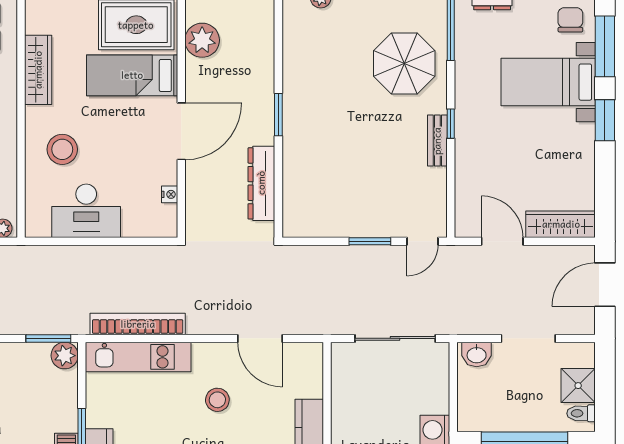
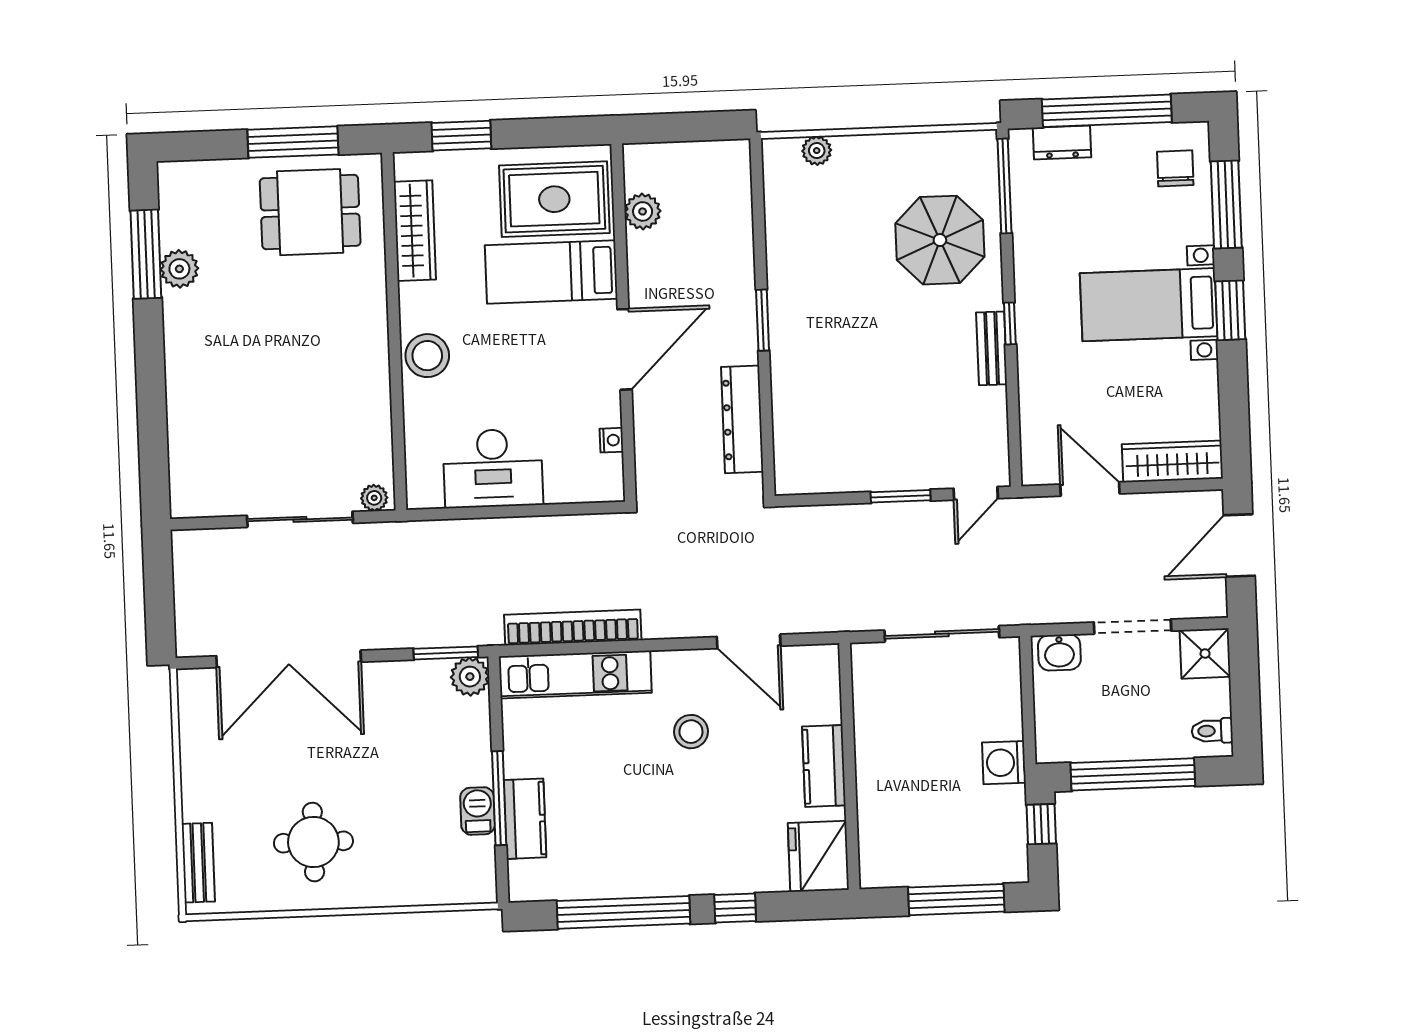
plant: (202, 40) -> (643, 211), width x0.73, depth x0.73
wardrobe: (38, 70) -> (415, 231), moved
bed with nightstands: (548, 82) -> (1149, 305), moved
stool: (62, 149) -> (427, 356), moved
shower: (578, 386) -> (1205, 653), moved

